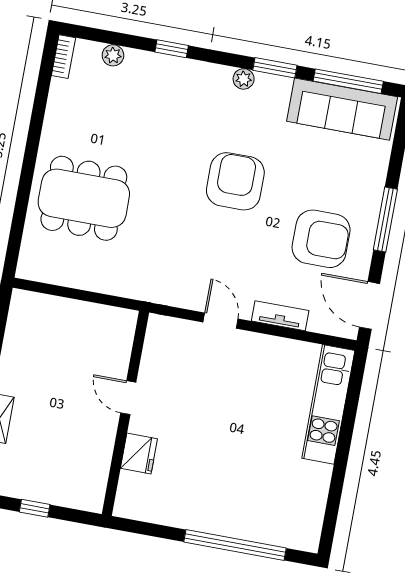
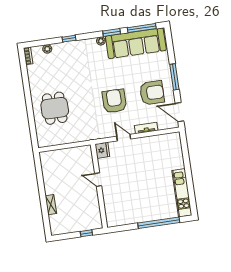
sofa: (342, 109) -> (136, 43), width x1.36, depth x1.27
armchair: (235, 181) -> (114, 101), moved
dining table: (84, 198) -> (55, 108), width x0.73
kitchen unit: (328, 404) -> (182, 193), moved
fridge: (139, 454) -> (102, 150), moved
window: (35, 508) -> (86, 233), moved

